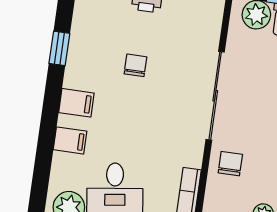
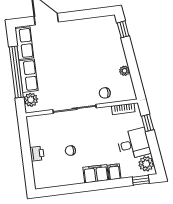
window: (59, 48) -> (141, 180), moved
filing cabinet: (76, 103) -> (96, 174), width x2.00

